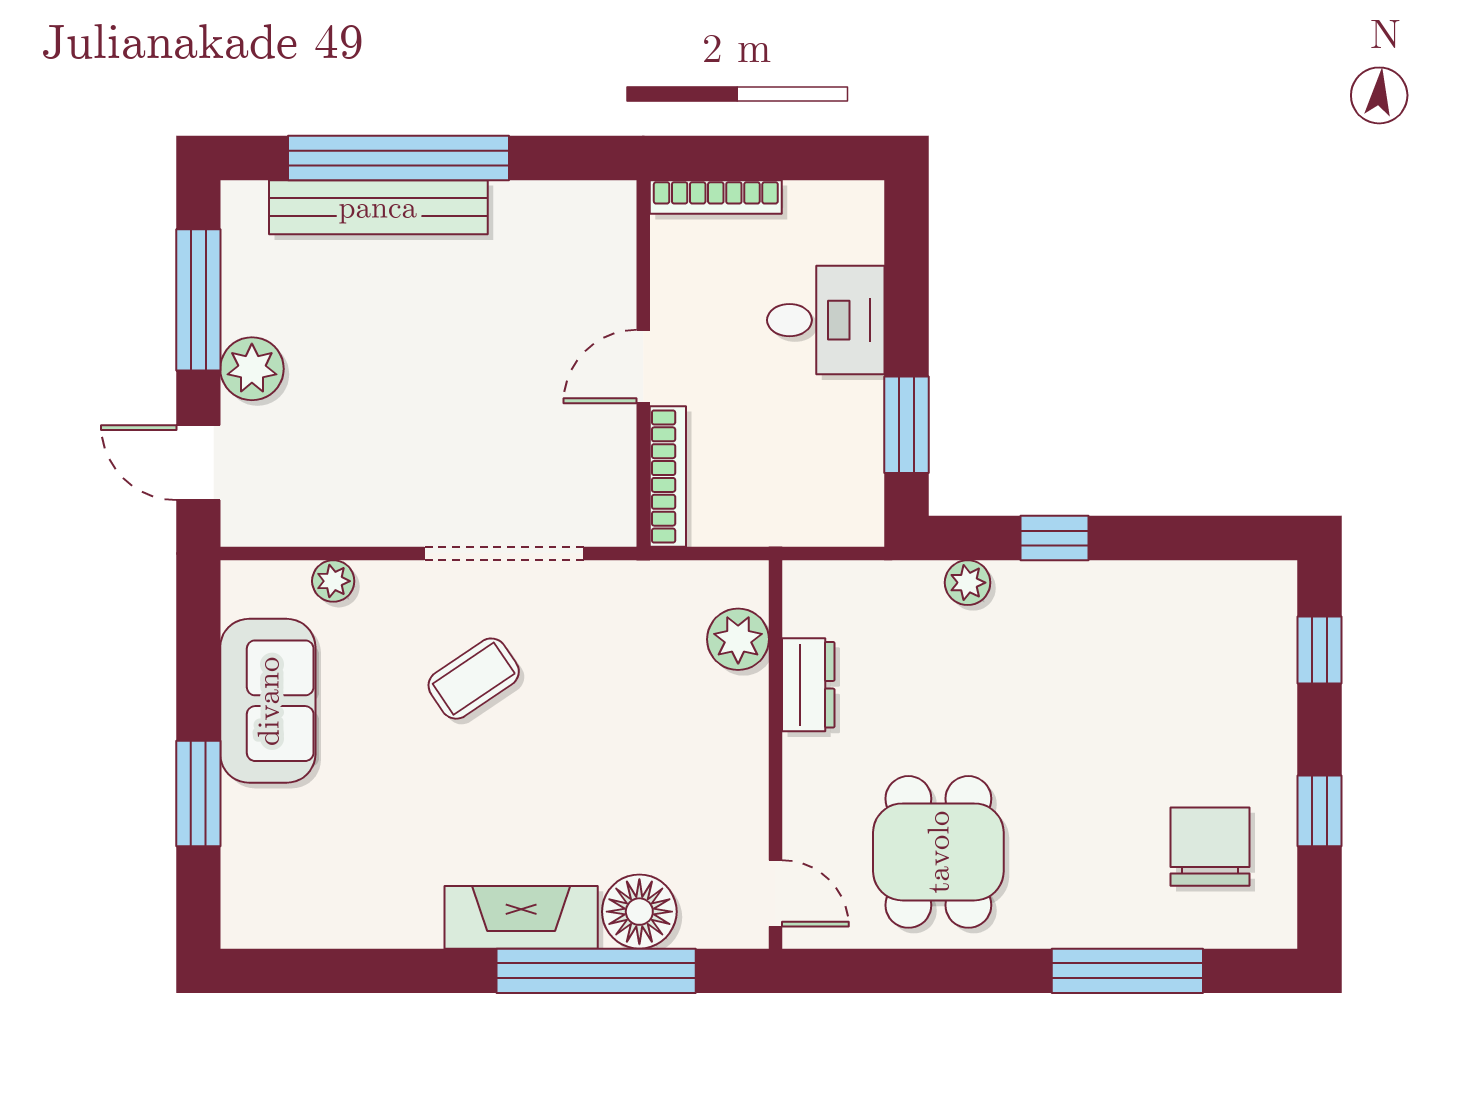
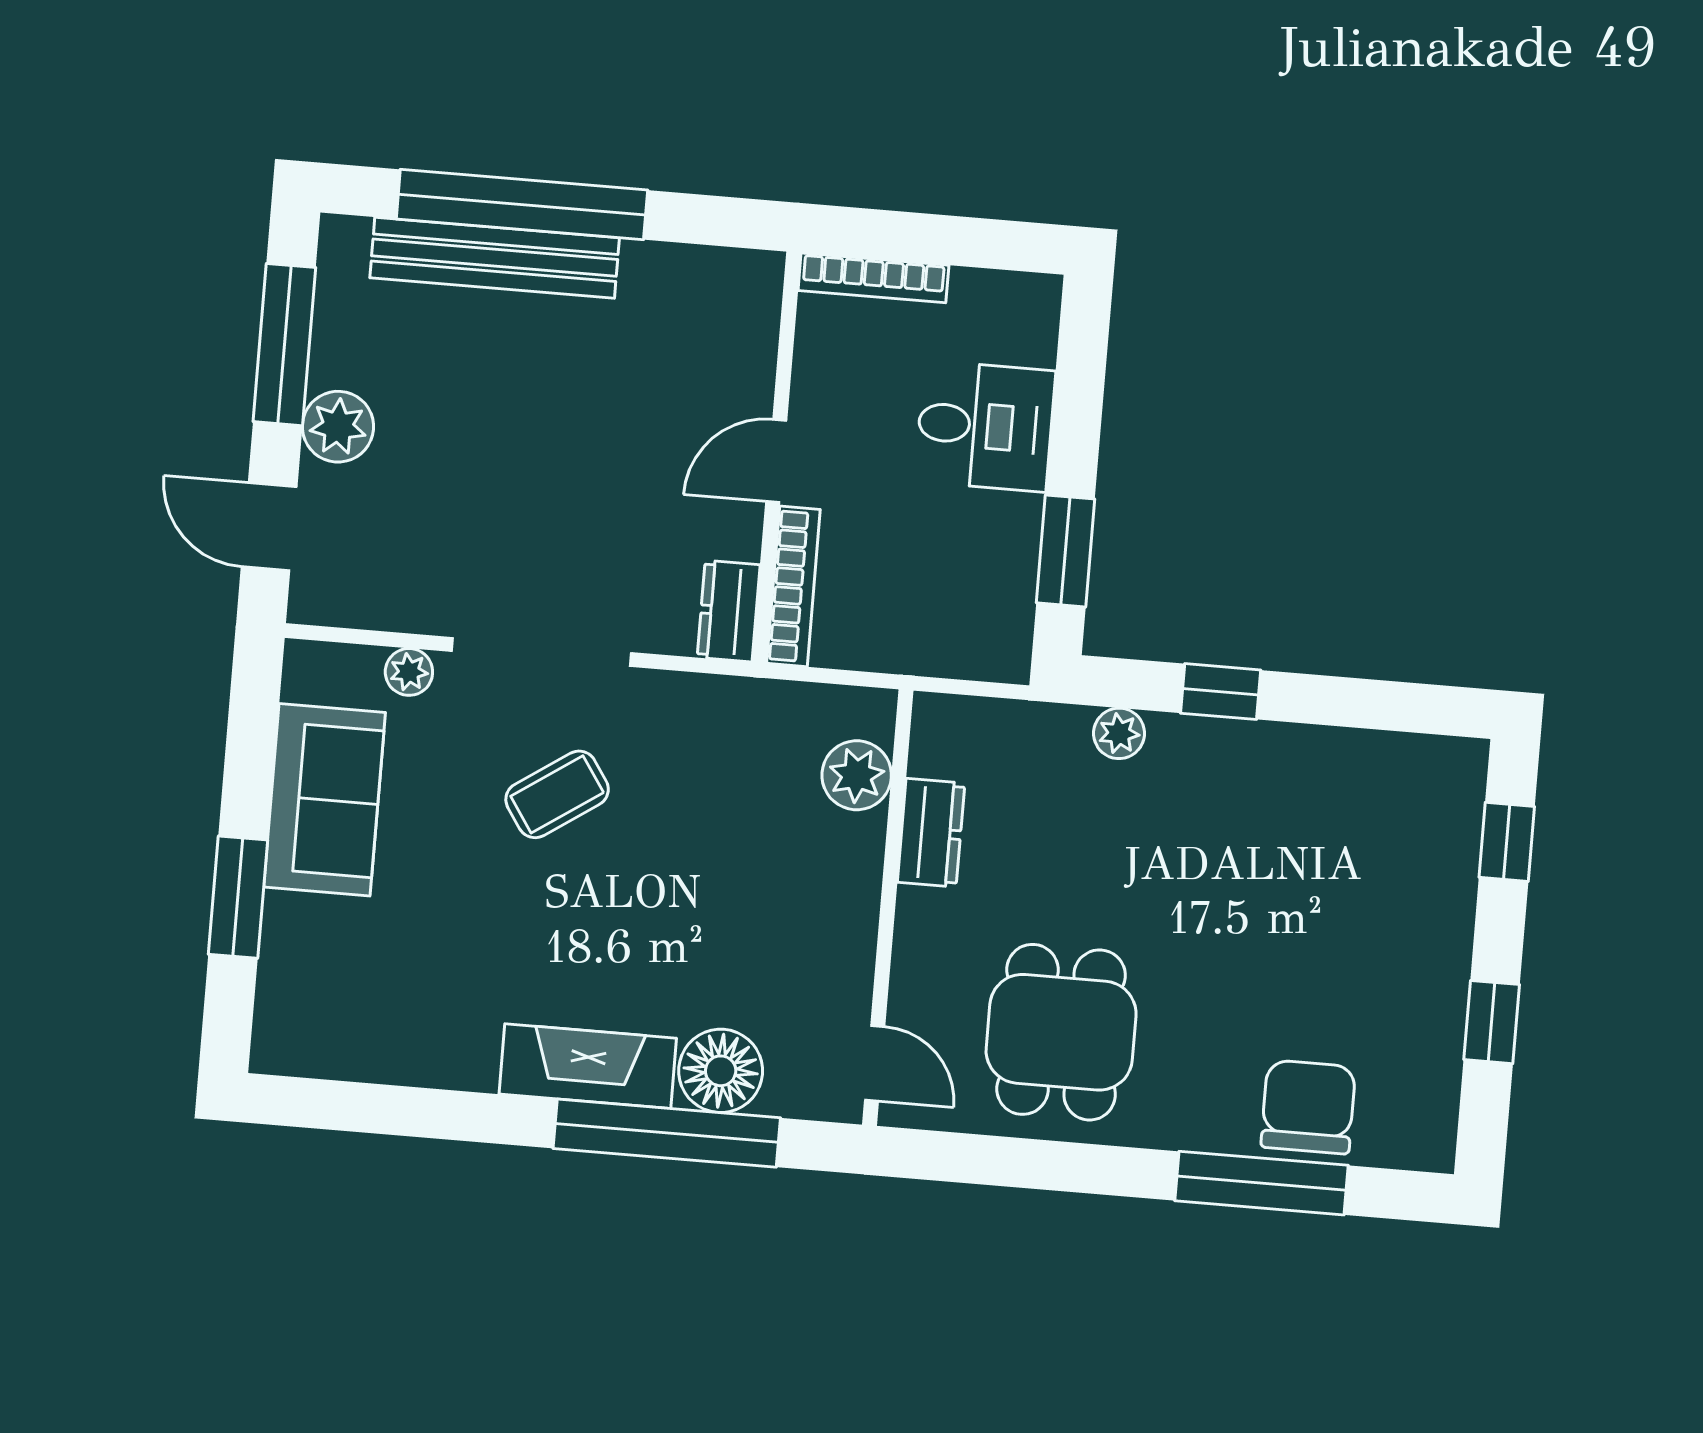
dresser: (612, 503) -> (729, 611), added
doorway: (504, 553) -> (541, 652), moved
chair: (1210, 847) -> (1308, 1107), moved

